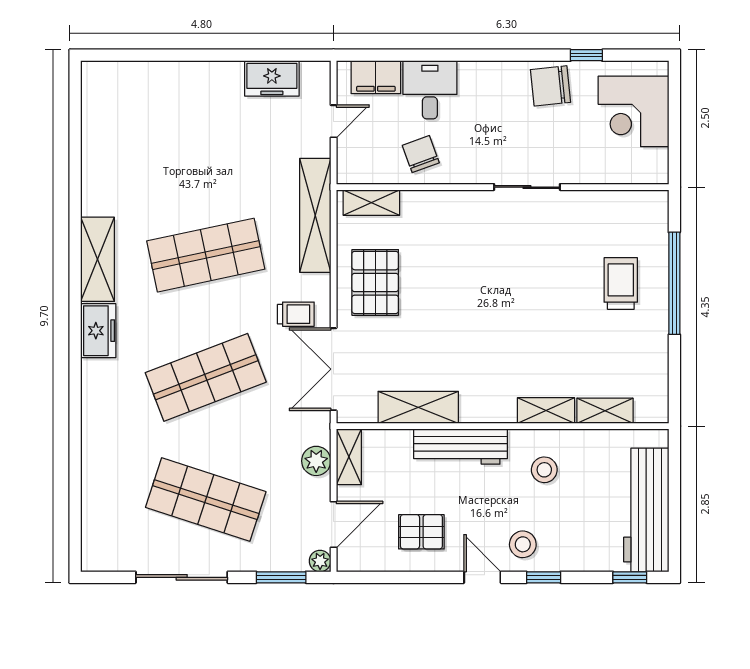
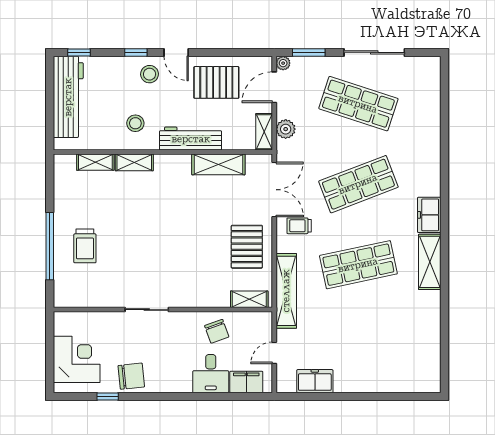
pallet: (421, 532) -> (216, 82), width x1.50, depth x1.42

